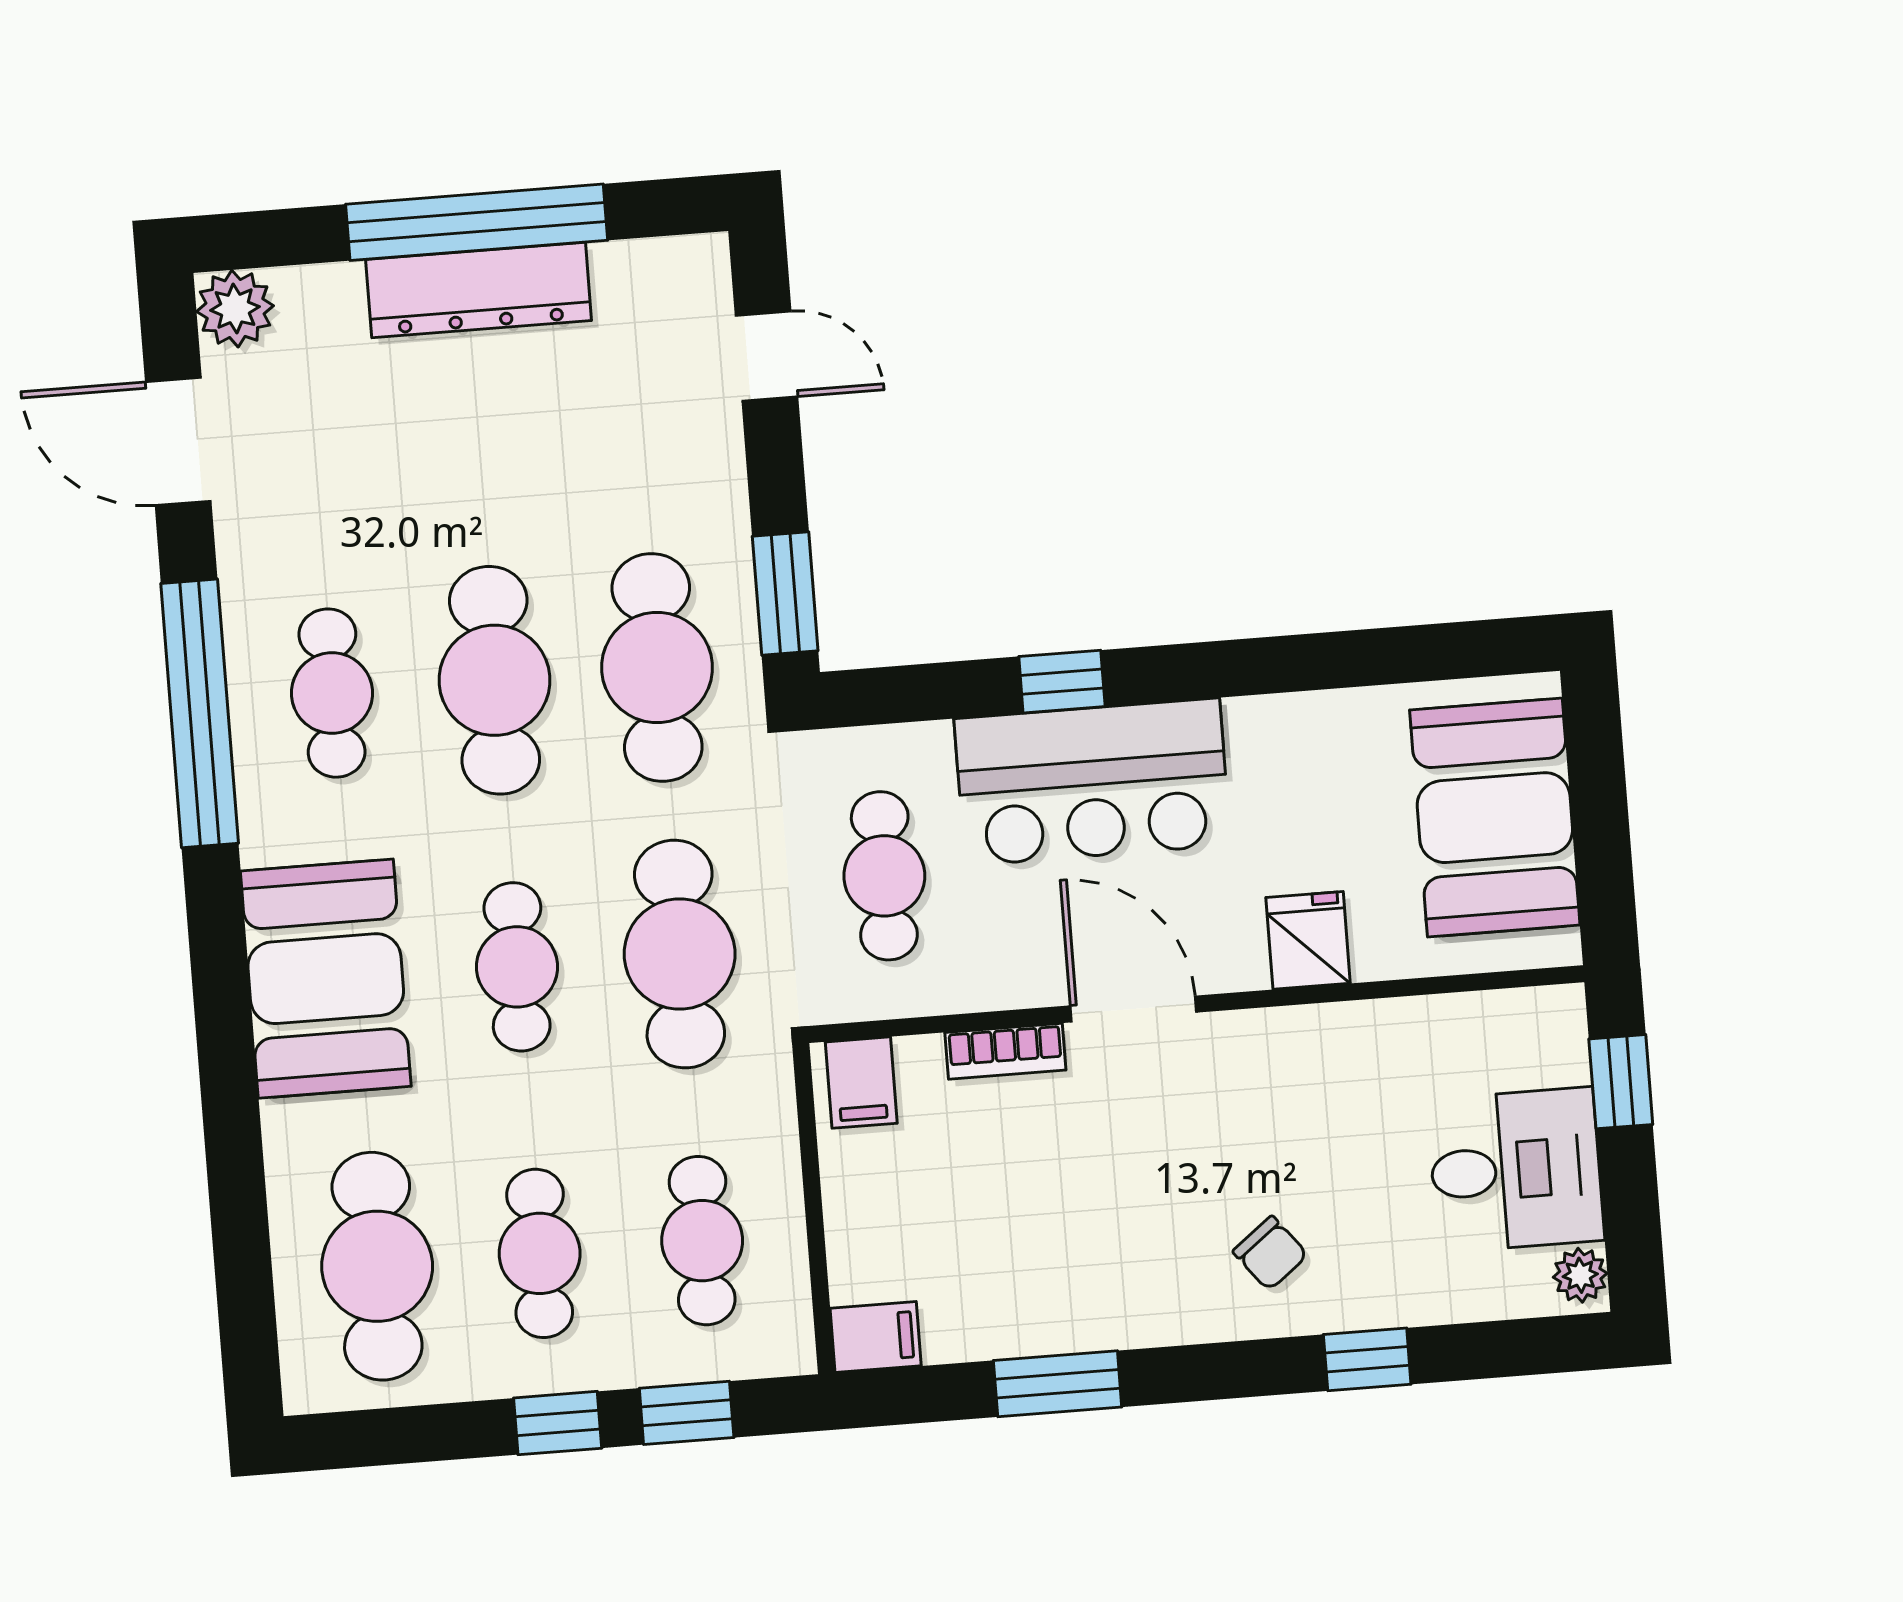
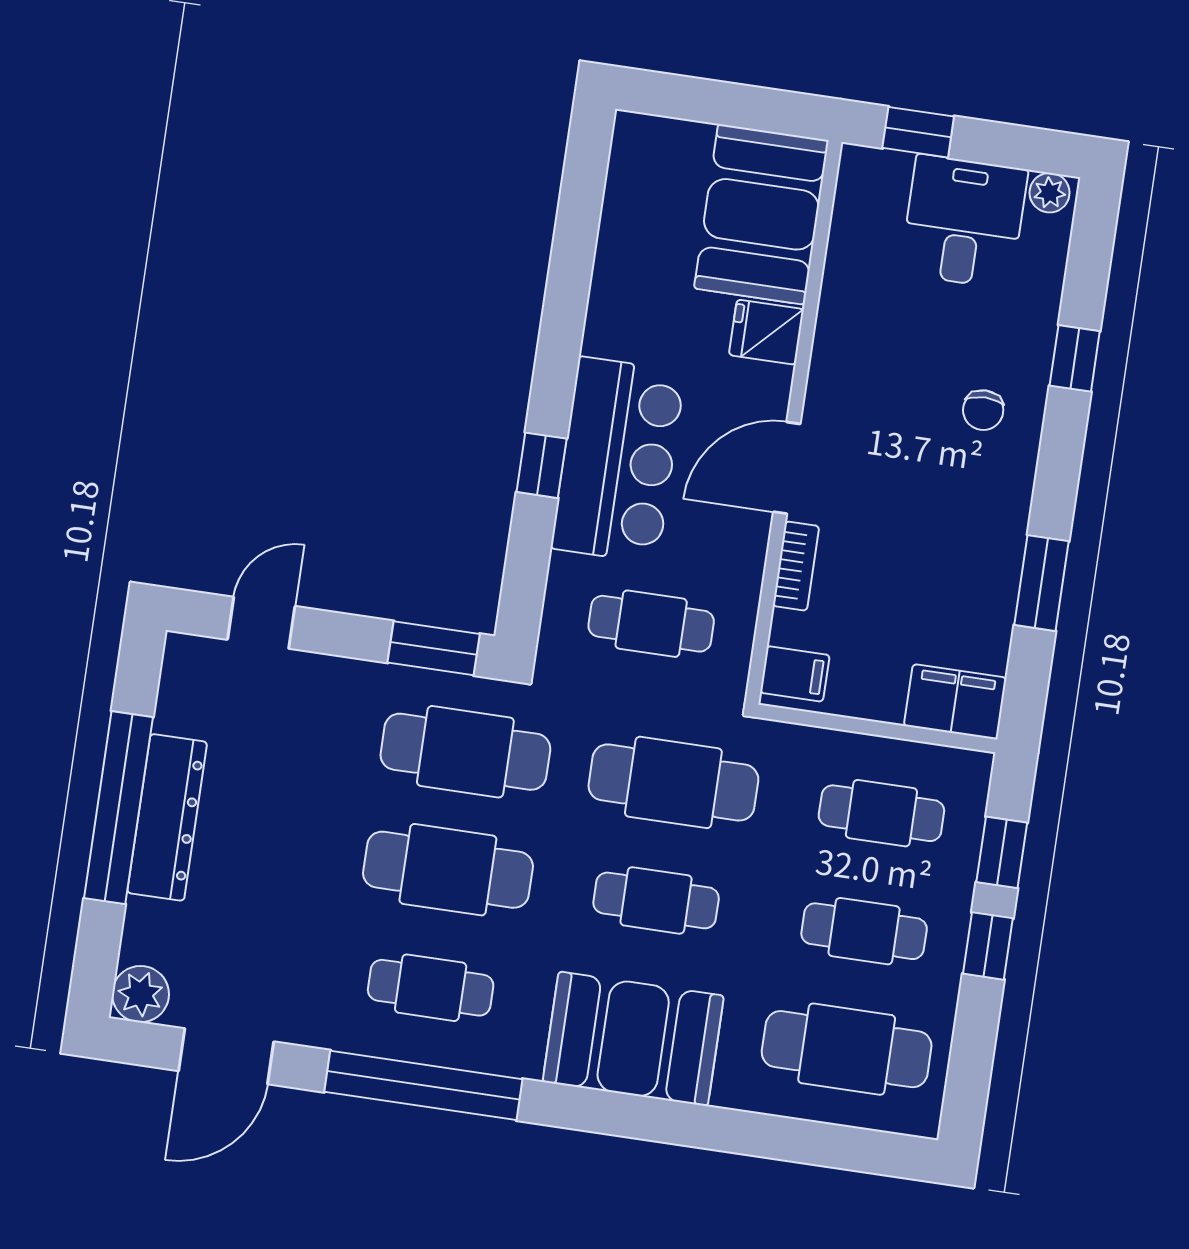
booth: (1495, 818) -> (761, 214), moved, turned 90
chair: (1270, 1253) -> (983, 410), turned 128
filing cabinet: (876, 1337) -> (955, 702), width x2.00

